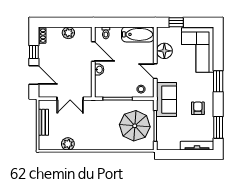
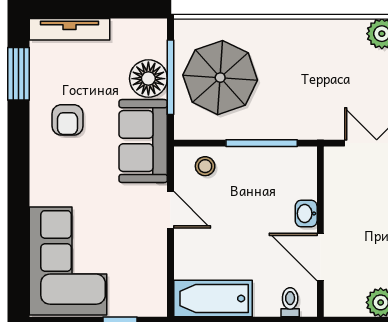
floor lamp: (164, 51) -> (148, 79), moved
window: (218, 81) -> (18, 185), removed

